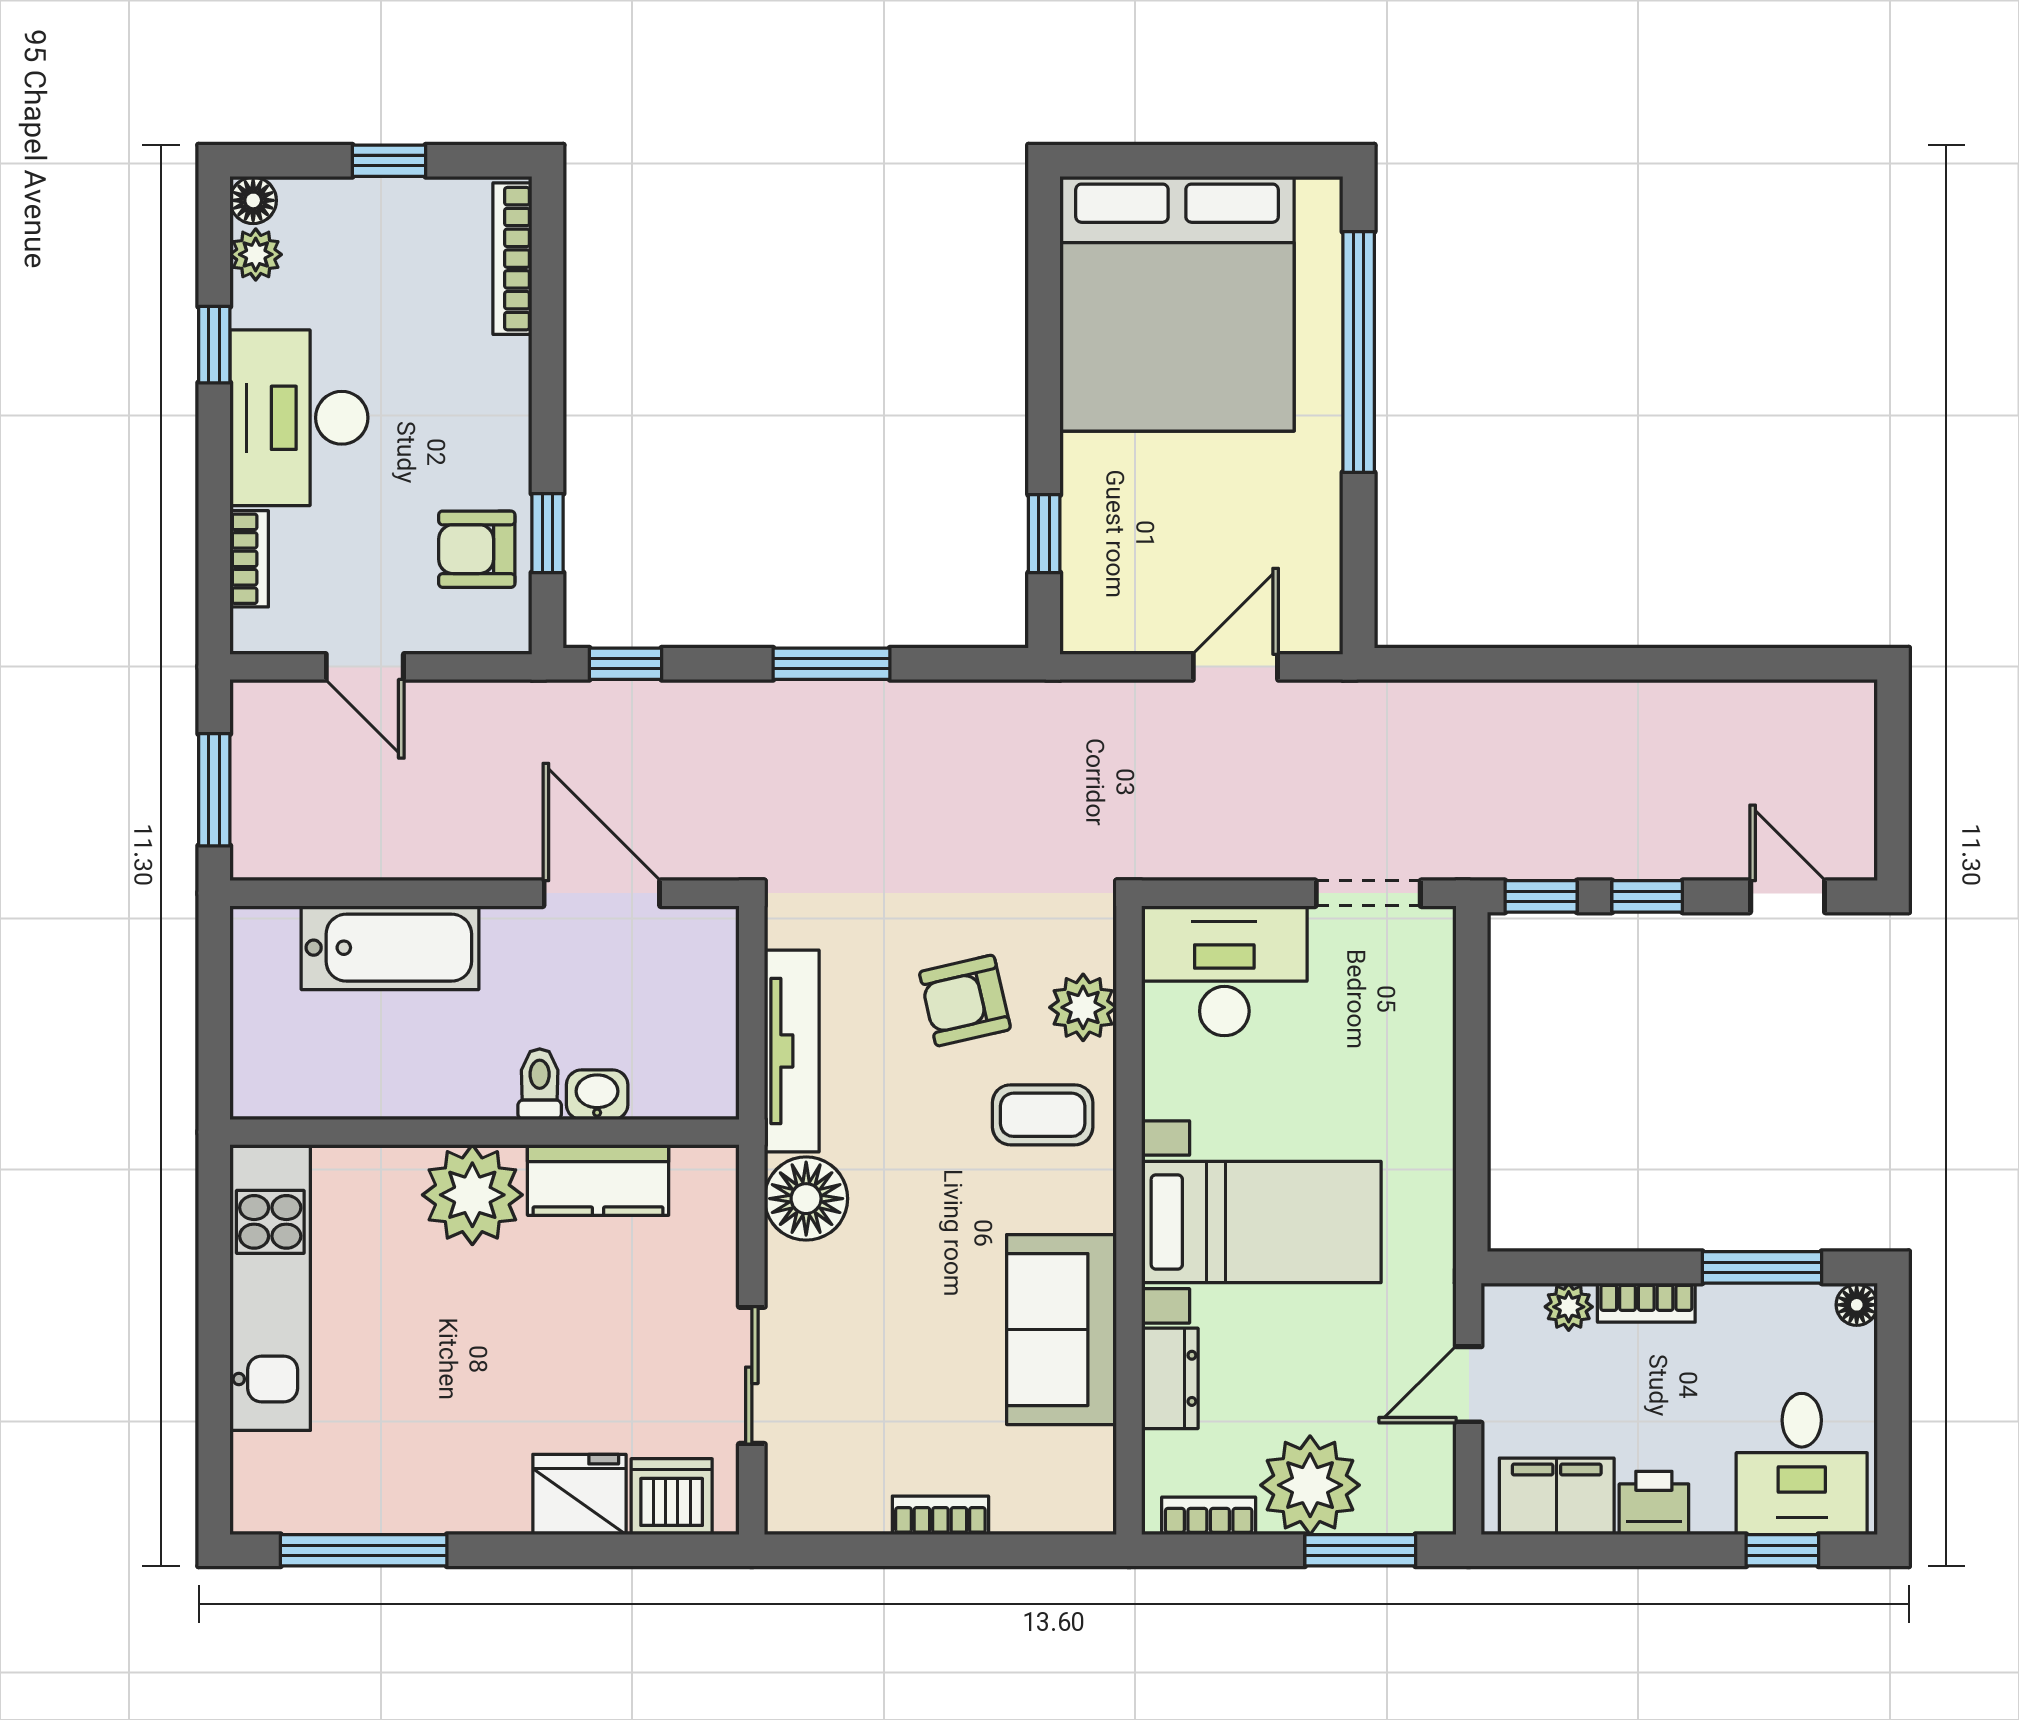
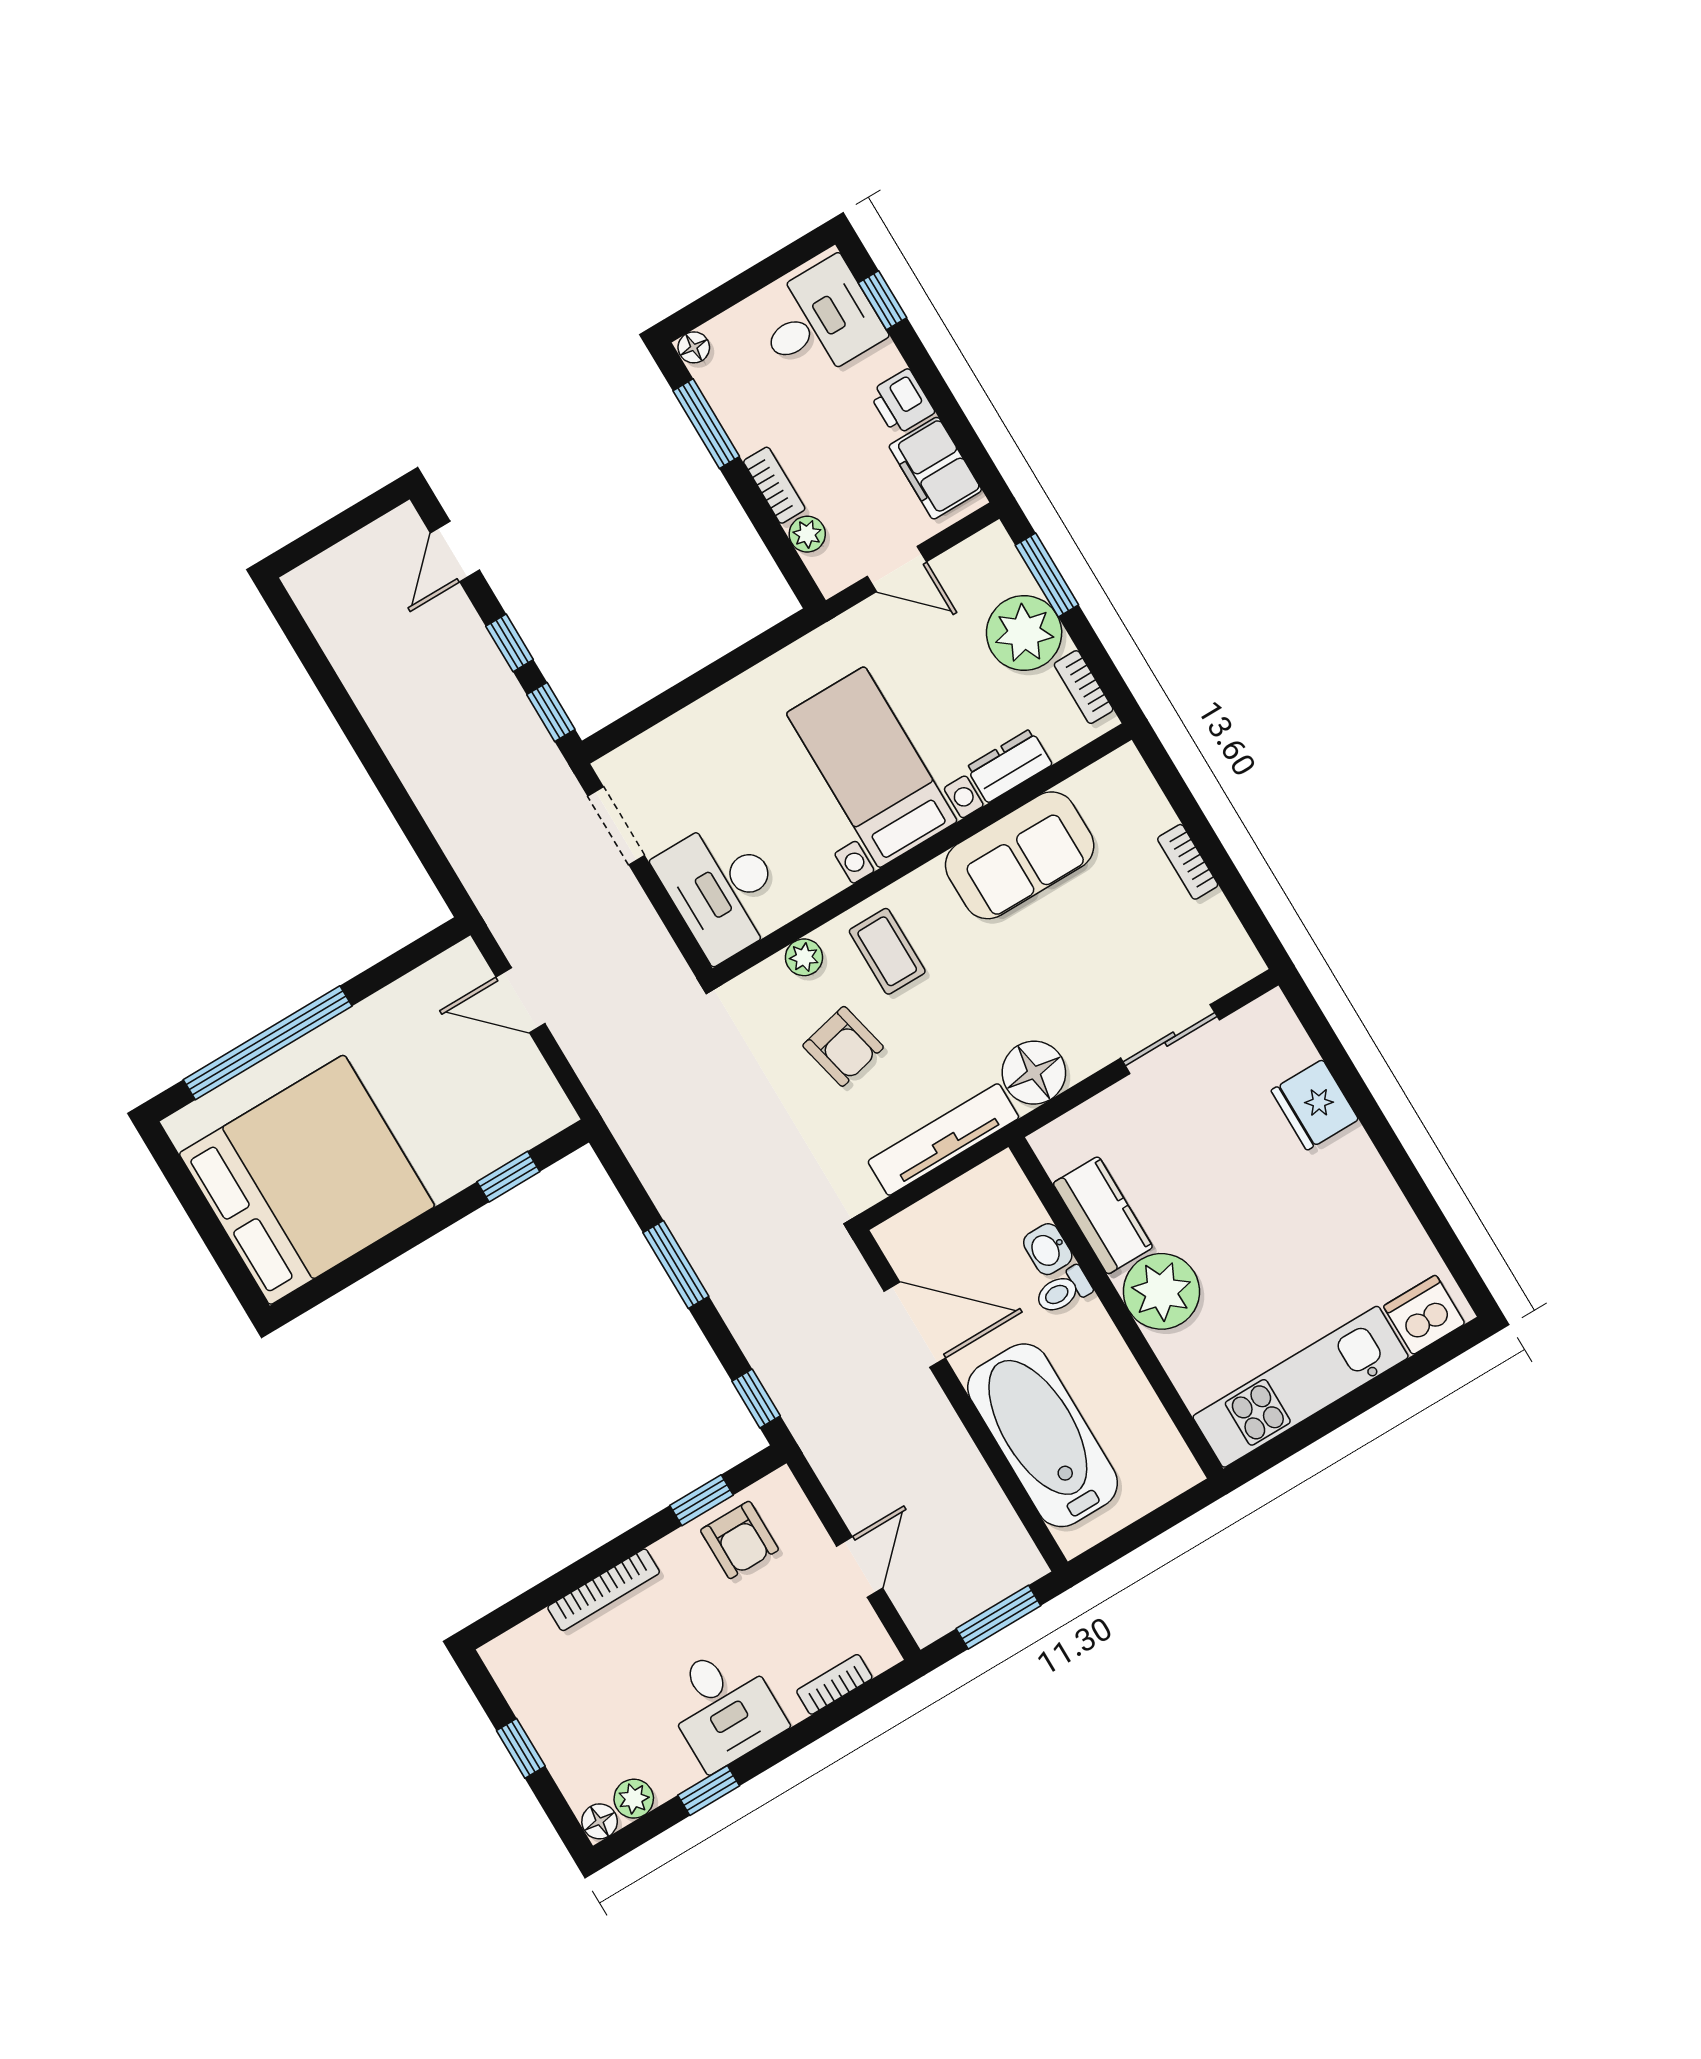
bookcase: (512, 259) -> (604, 1590), moved
desk: (299, 418) -> (723, 1707), width x0.73
door: (602, 893) -> (915, 1325), swing flipped
bathtub: (390, 948) -> (1043, 1435), width x1.36, depth x1.36
plant: (1083, 1007) -> (804, 957), width x0.73, depth x0.73
dishwasher: (672, 1497) -> (1424, 1315), moved, turned 90
window: (364, 1550) -> (1435, 1224), removed

